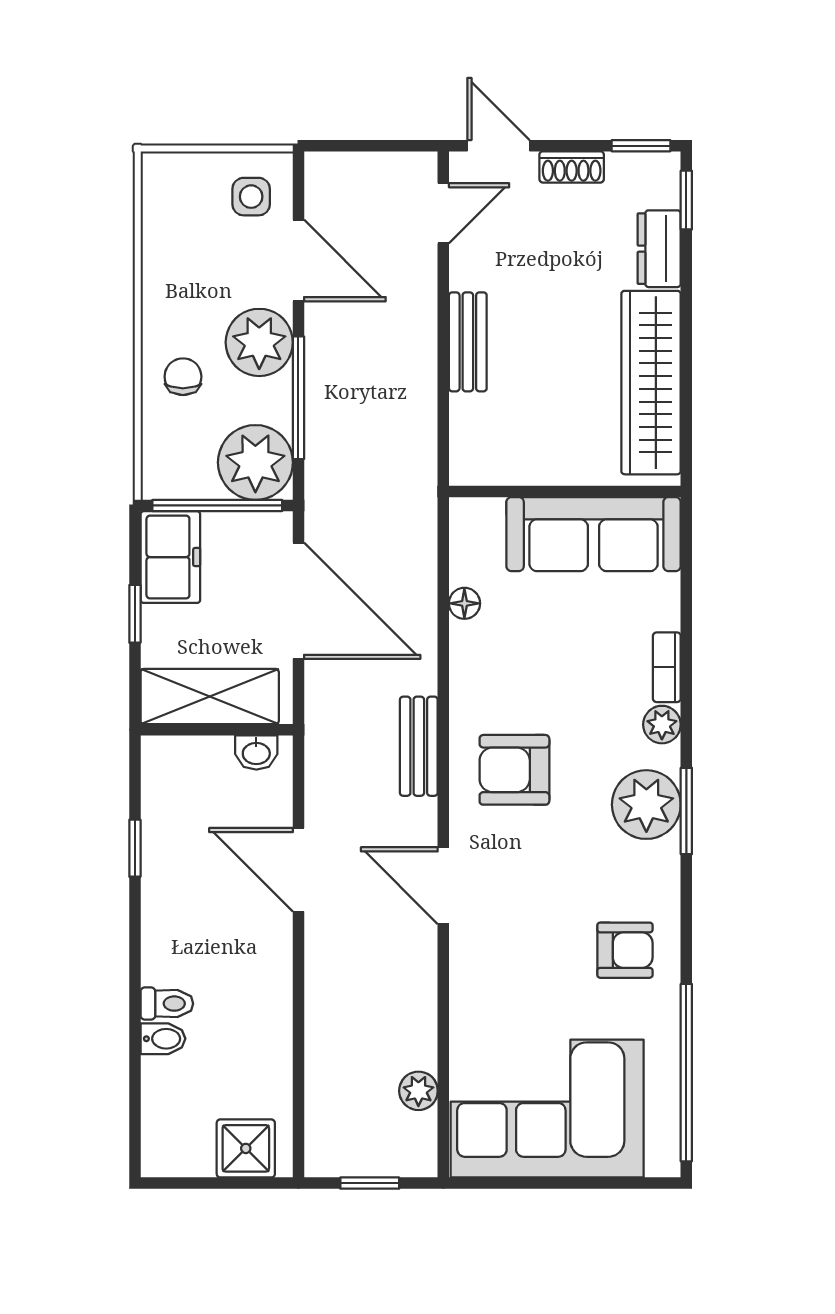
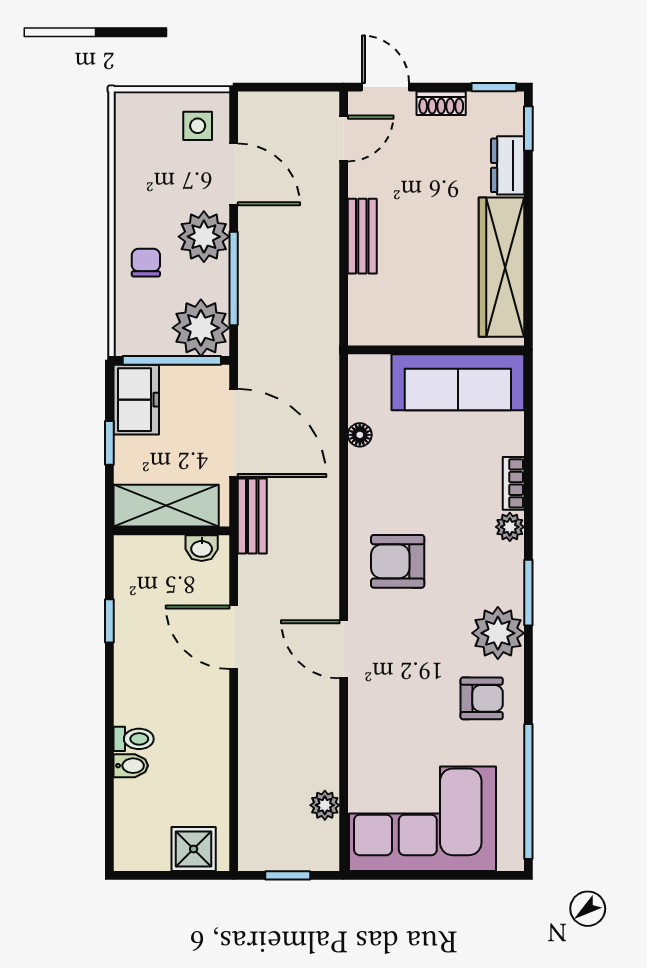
bench: (419, 746) -> (252, 516), moved
plant: (646, 805) -> (498, 633), moved

